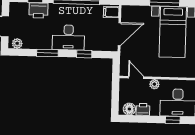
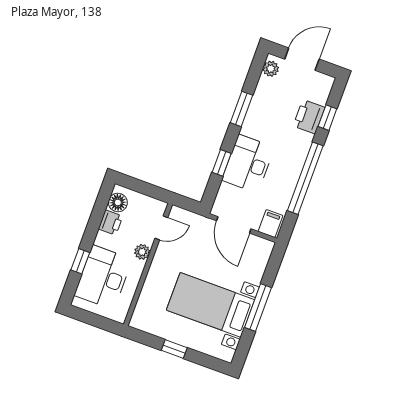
desk: (68, 37) -> (248, 164), moved

